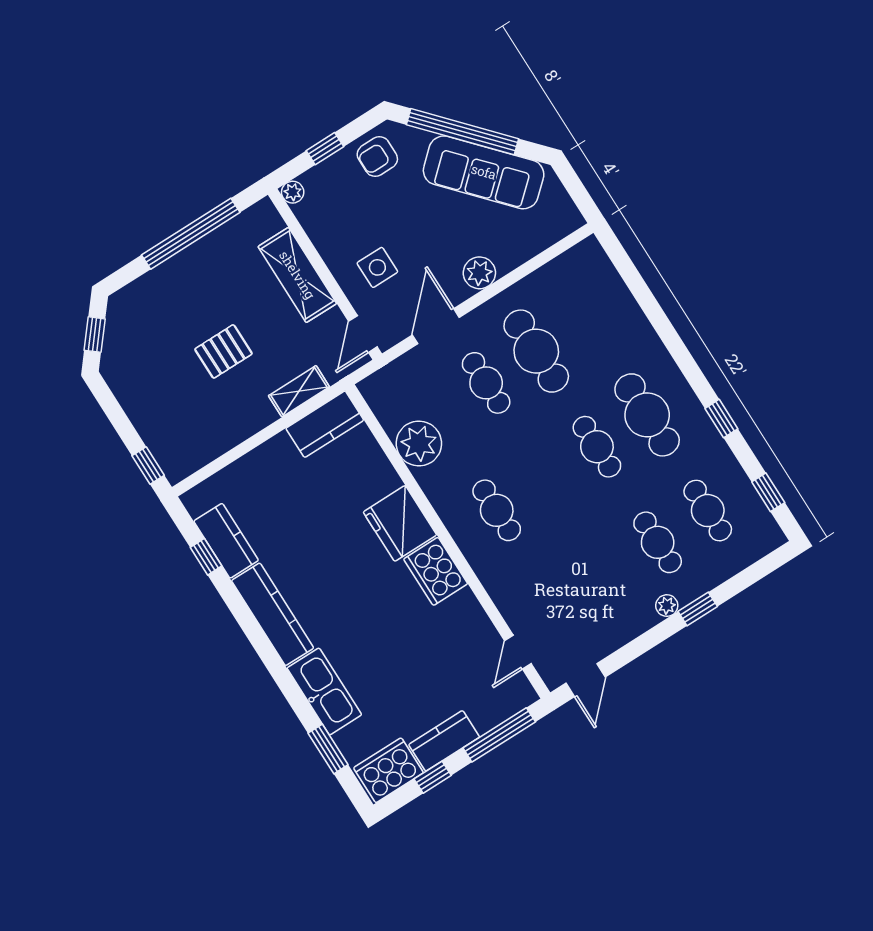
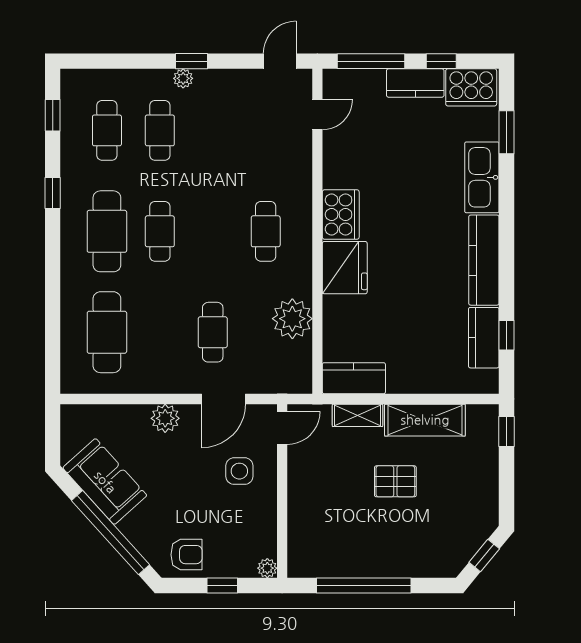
sofa: (484, 172) -> (105, 482), width x0.73
shelving: (297, 275) -> (425, 420), moved, turned 90
cafe table: (536, 351) -> (107, 332), moved
window: (698, 609) -> (192, 61), moved

